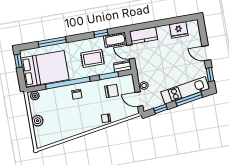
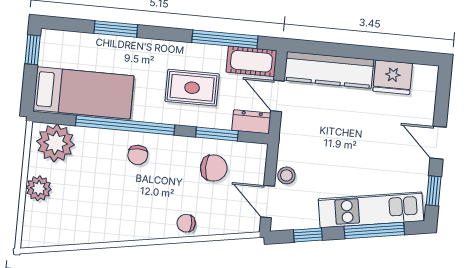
window: (101, 33) -> (225, 39), width x2.17
kitchen counter: (144, 36) -> (329, 70), width x1.50
window: (52, 42) -> (116, 29), width x0.69
bed: (45, 69) -> (84, 93), width x0.67
plant: (35, 96) -> (56, 143), width x1.87, depth x1.87

